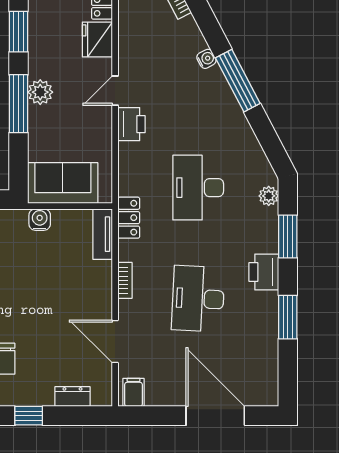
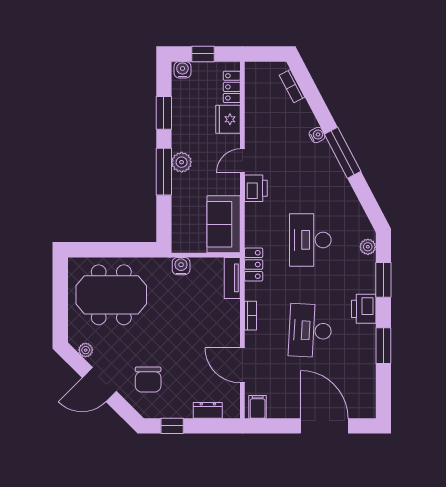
sofa: (63, 183) -> (224, 224), moved, turned -90

